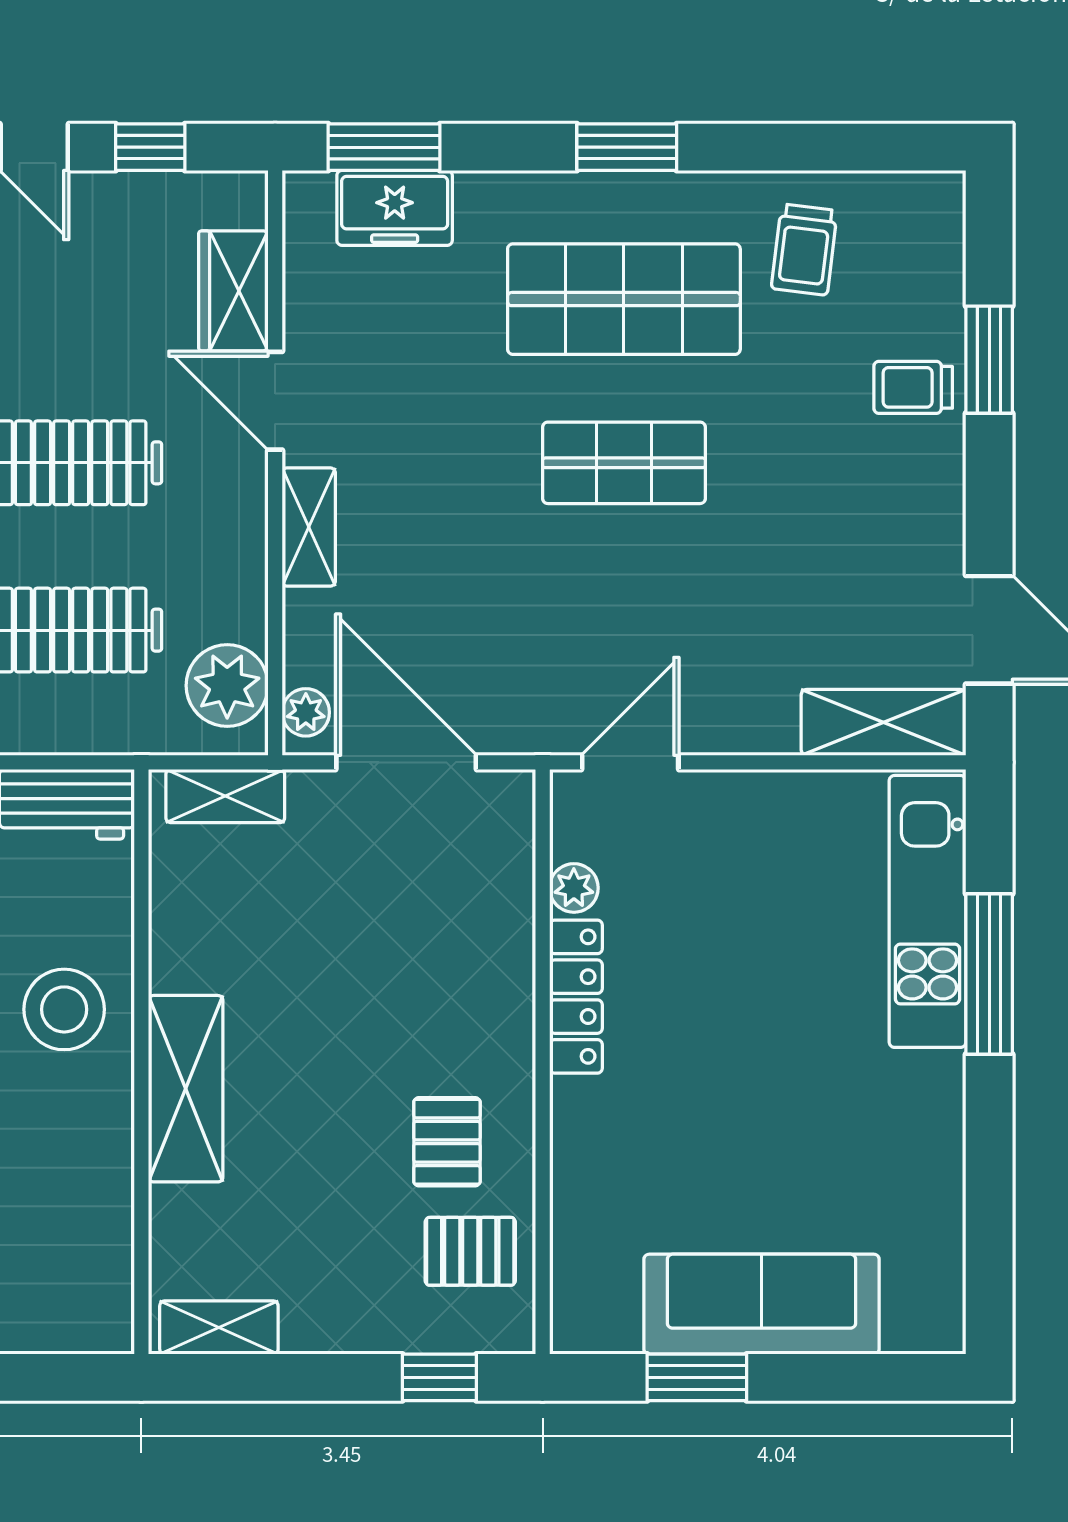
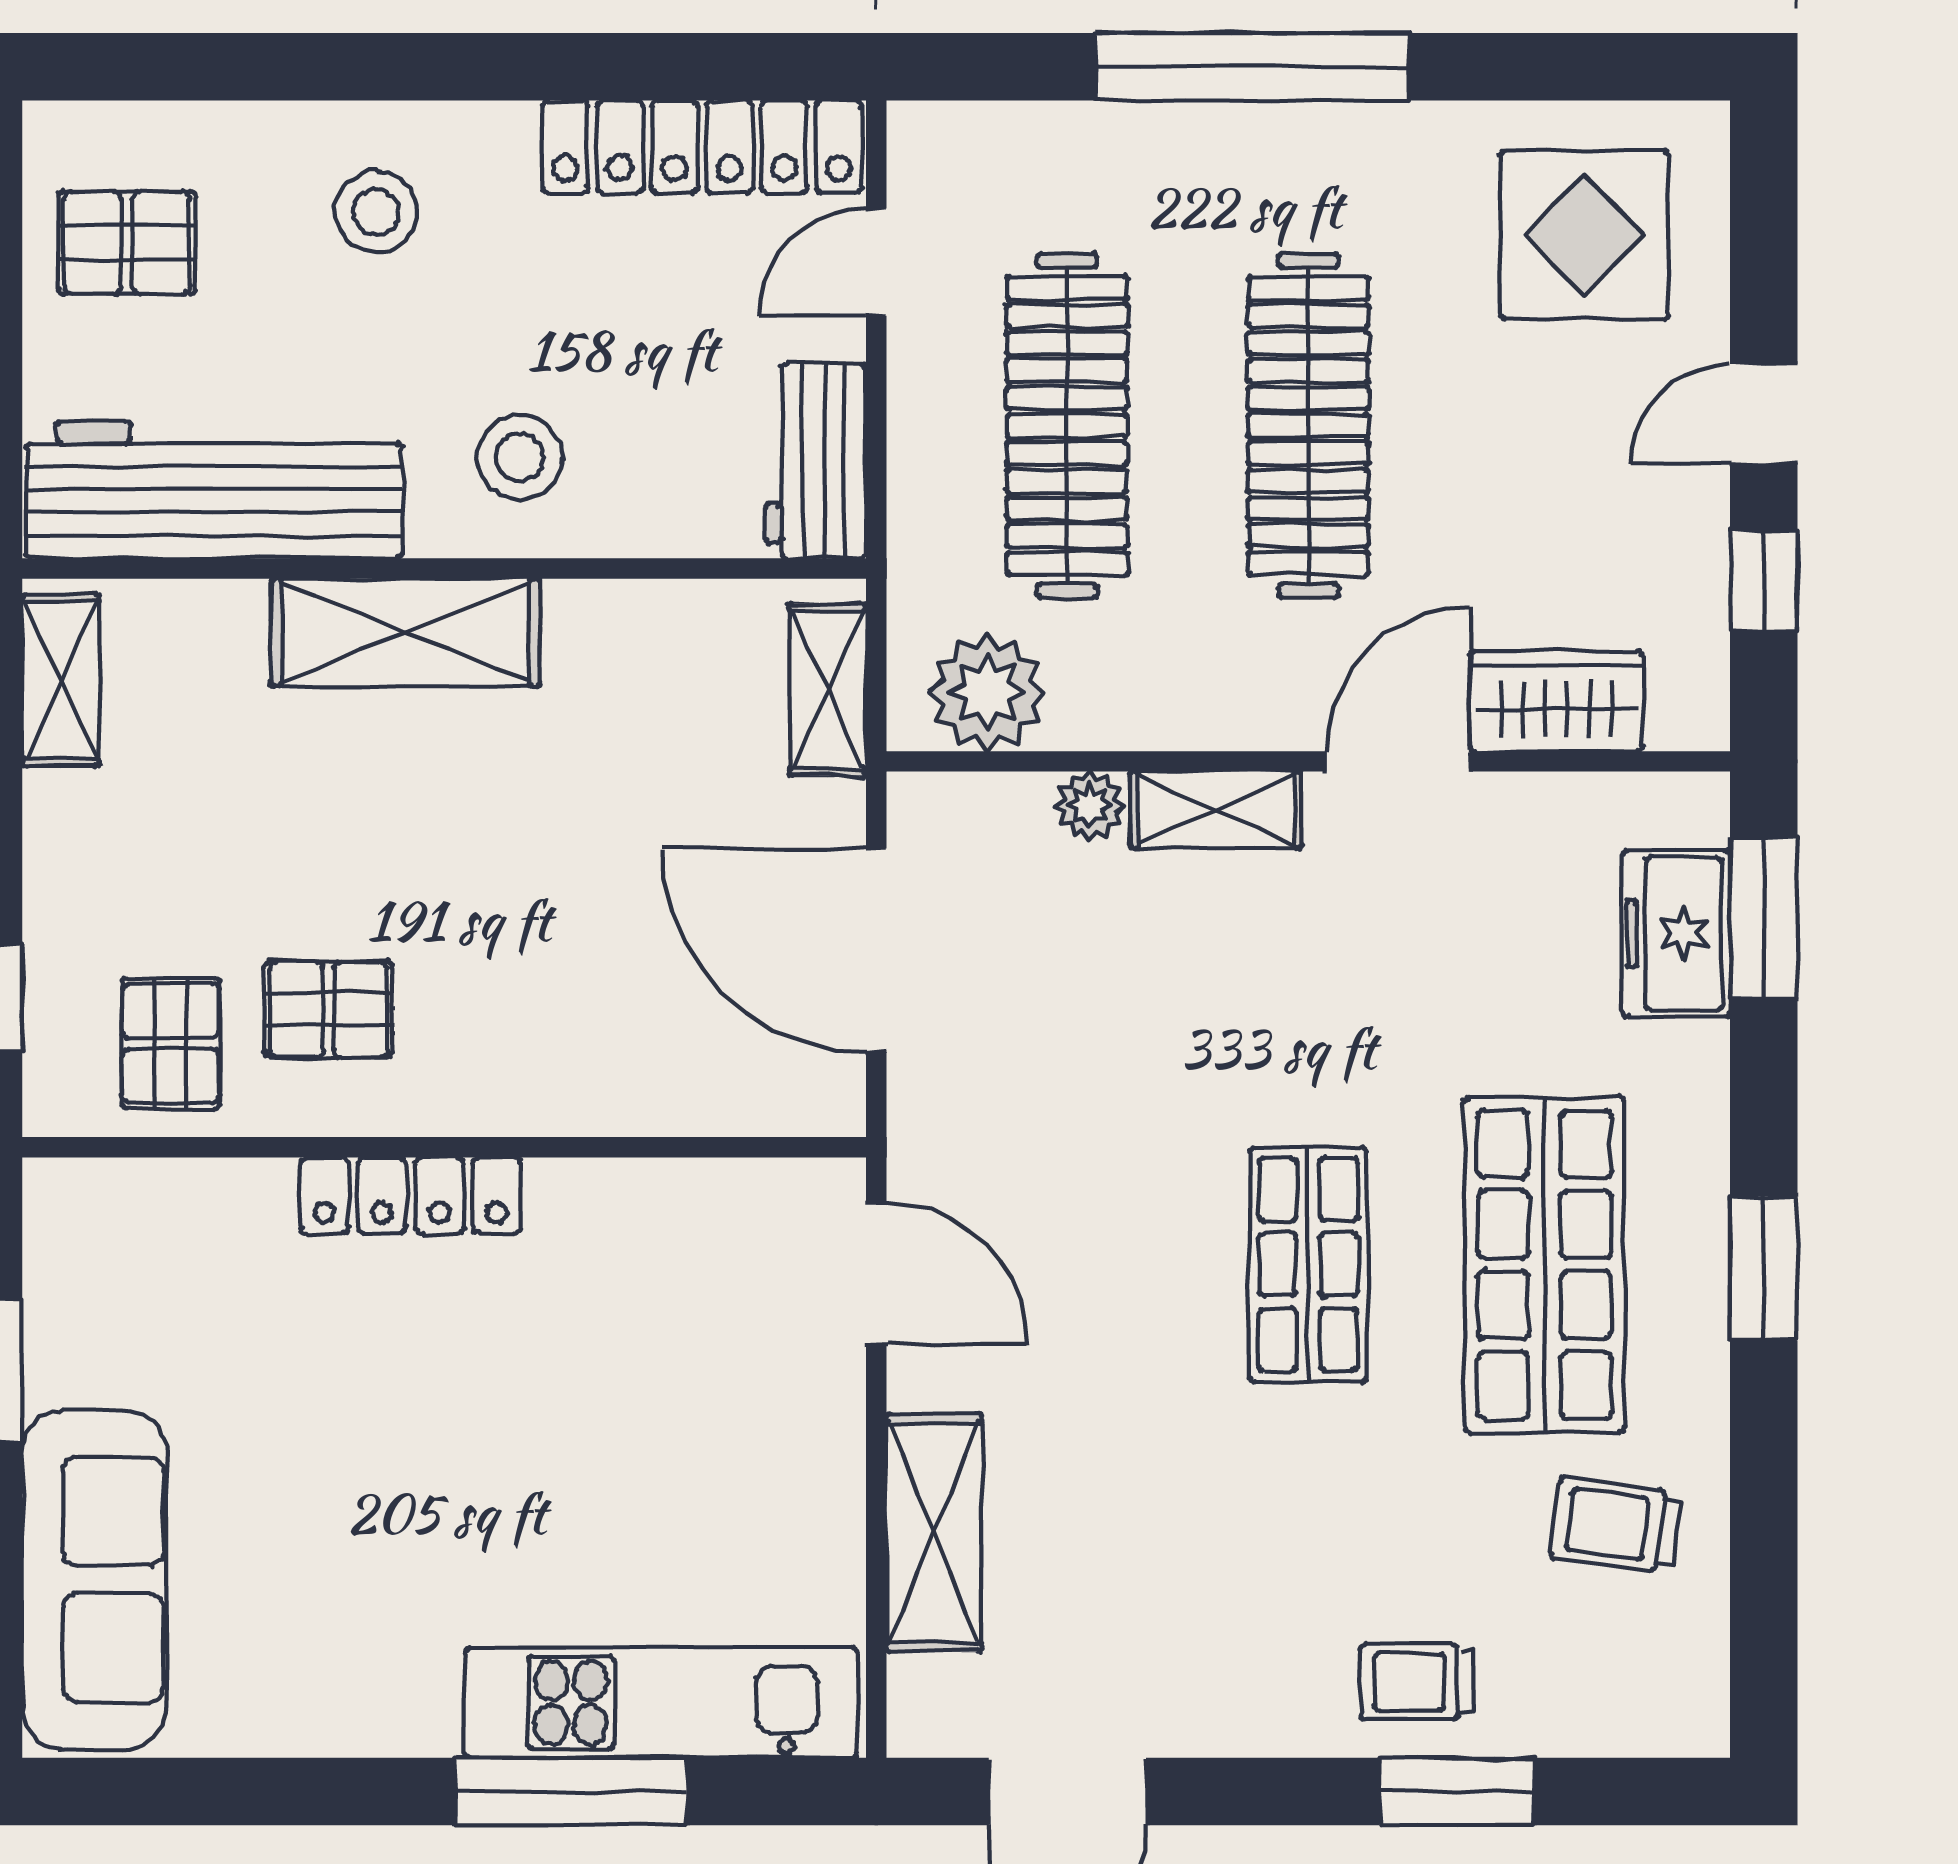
trolley: (913, 387) -> (1417, 1682), turned -90
plant: (306, 712) -> (1089, 806), moved
shelving: (884, 722) -> (934, 1533), moved
door: (406, 762) -> (876, 950), swing flipped
plant: (574, 888) -> (695, 1192), removed
locker: (576, 997) -> (411, 1195), moved
stool: (64, 1009) -> (520, 457), width x0.73, depth x0.73
workbench: (87, 1221) -> (214, 490), added
sofa: (762, 1304) -> (94, 1580), moved

